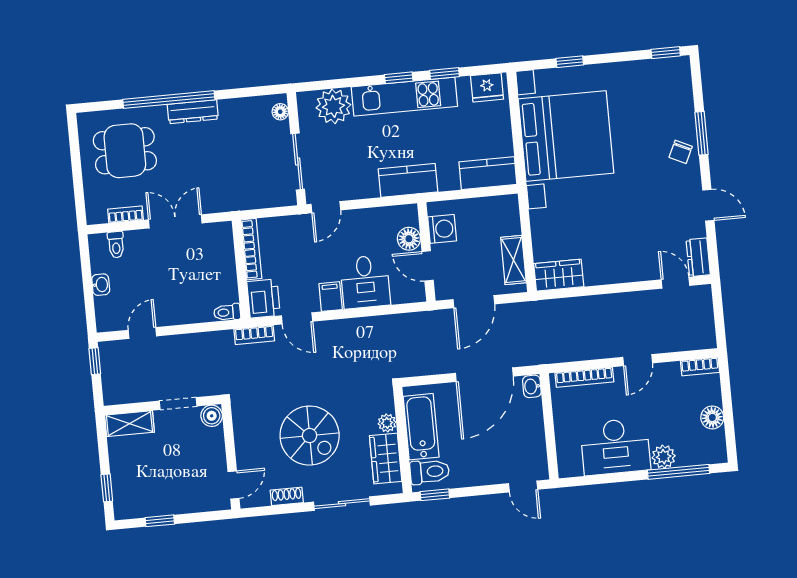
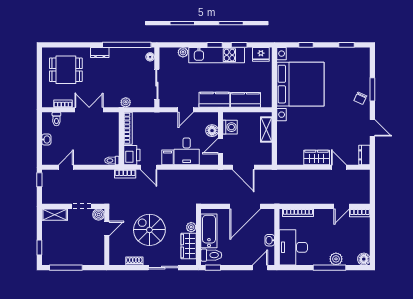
window: (666, 53) -> (346, 45), moved
window: (169, 100) -> (127, 45), moved
plant: (333, 106) -> (183, 52), width x0.53, depth x0.53
dresser: (193, 112) -> (100, 52), width x0.70
kitchen counter: (488, 173) -> (245, 100), moved
plant: (243, 201) -> (126, 102), added
door: (326, 207) -> (186, 110), moved
shelving: (513, 260) -> (266, 129), moved
door: (428, 266) -> (221, 146), hinge flipped
wardrobe: (559, 275) -> (317, 157), moved
door: (675, 283) -> (339, 167), moved
door: (474, 302) -> (243, 167), hinge flipped
door: (638, 360) -> (342, 206), moved
washbasin: (532, 386) -> (270, 240), moved
floor lamp: (712, 417) -> (364, 259), moved
spiral stairs: (310, 436) -> (149, 230), turned 180
desk: (615, 447) -> (293, 247), moved, turned 90
window: (678, 472) -> (330, 268), moved
door: (234, 485) -> (107, 229), moved
door: (523, 486) -> (260, 268), swing flipped
window: (160, 521) -> (66, 268), width x2.17

